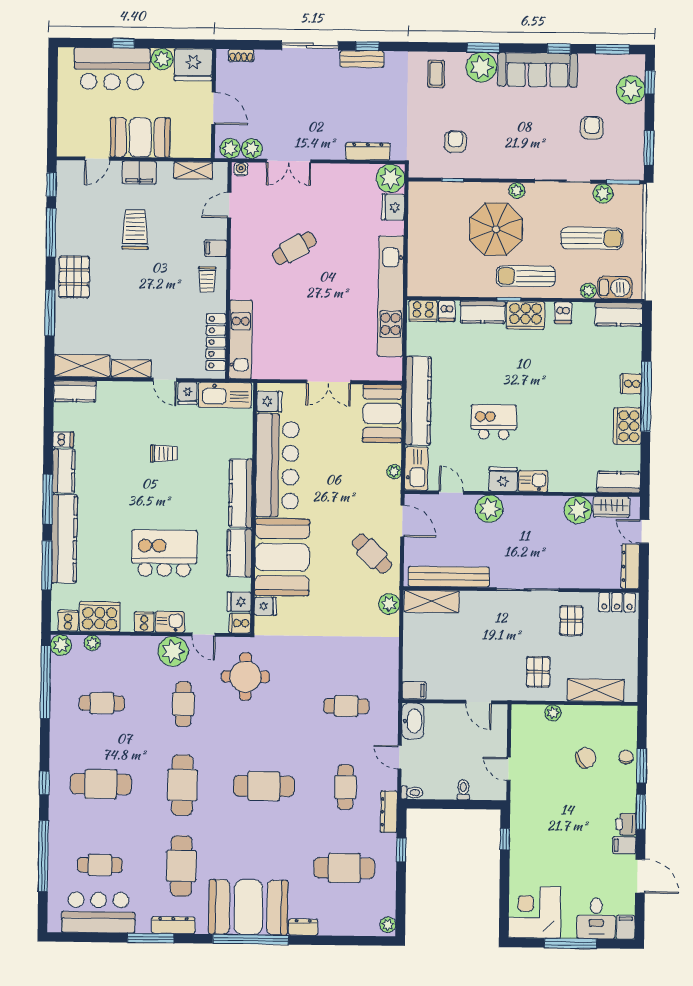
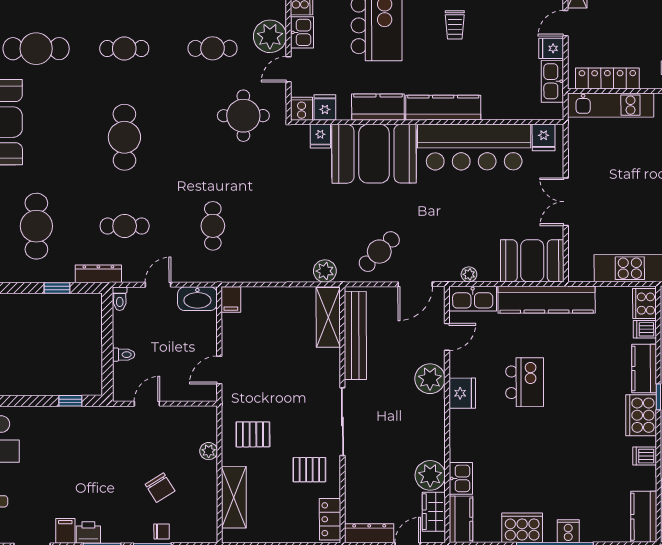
kitchen sink: (225, 395) -> (552, 81), width x0.73, depth x0.81
trolley: (164, 454) -> (455, 25), moved
kitchen sink: (533, 481) -> (461, 478), moved
cafe table: (182, 785) -> (124, 49), width x0.73, depth x0.74

